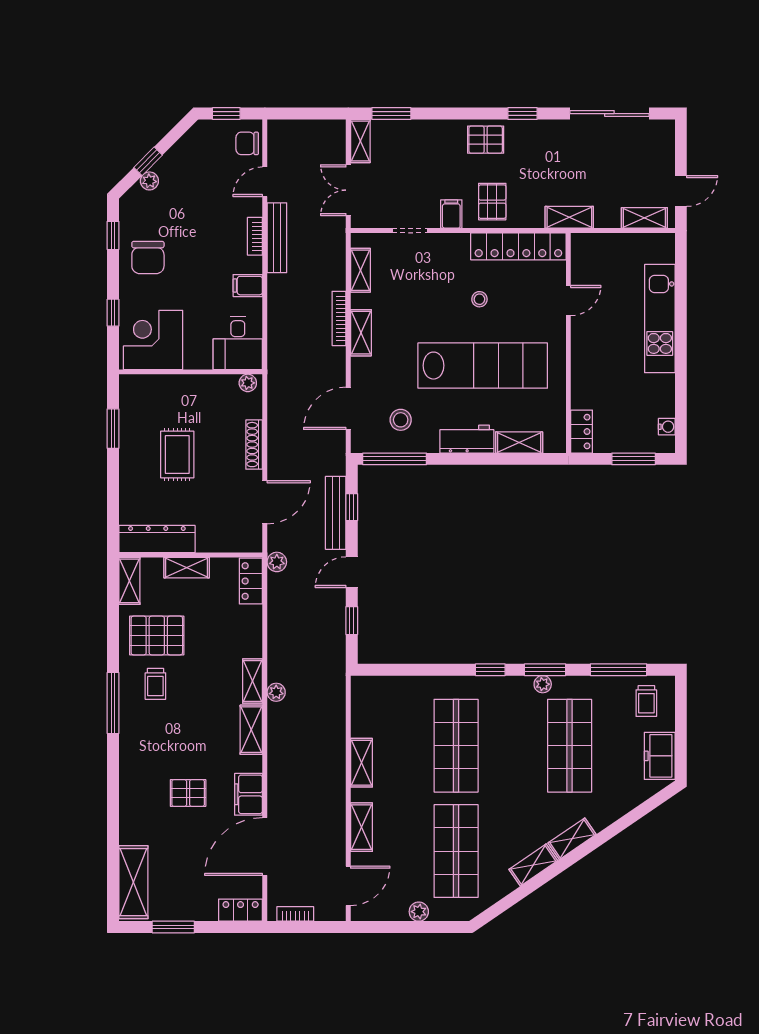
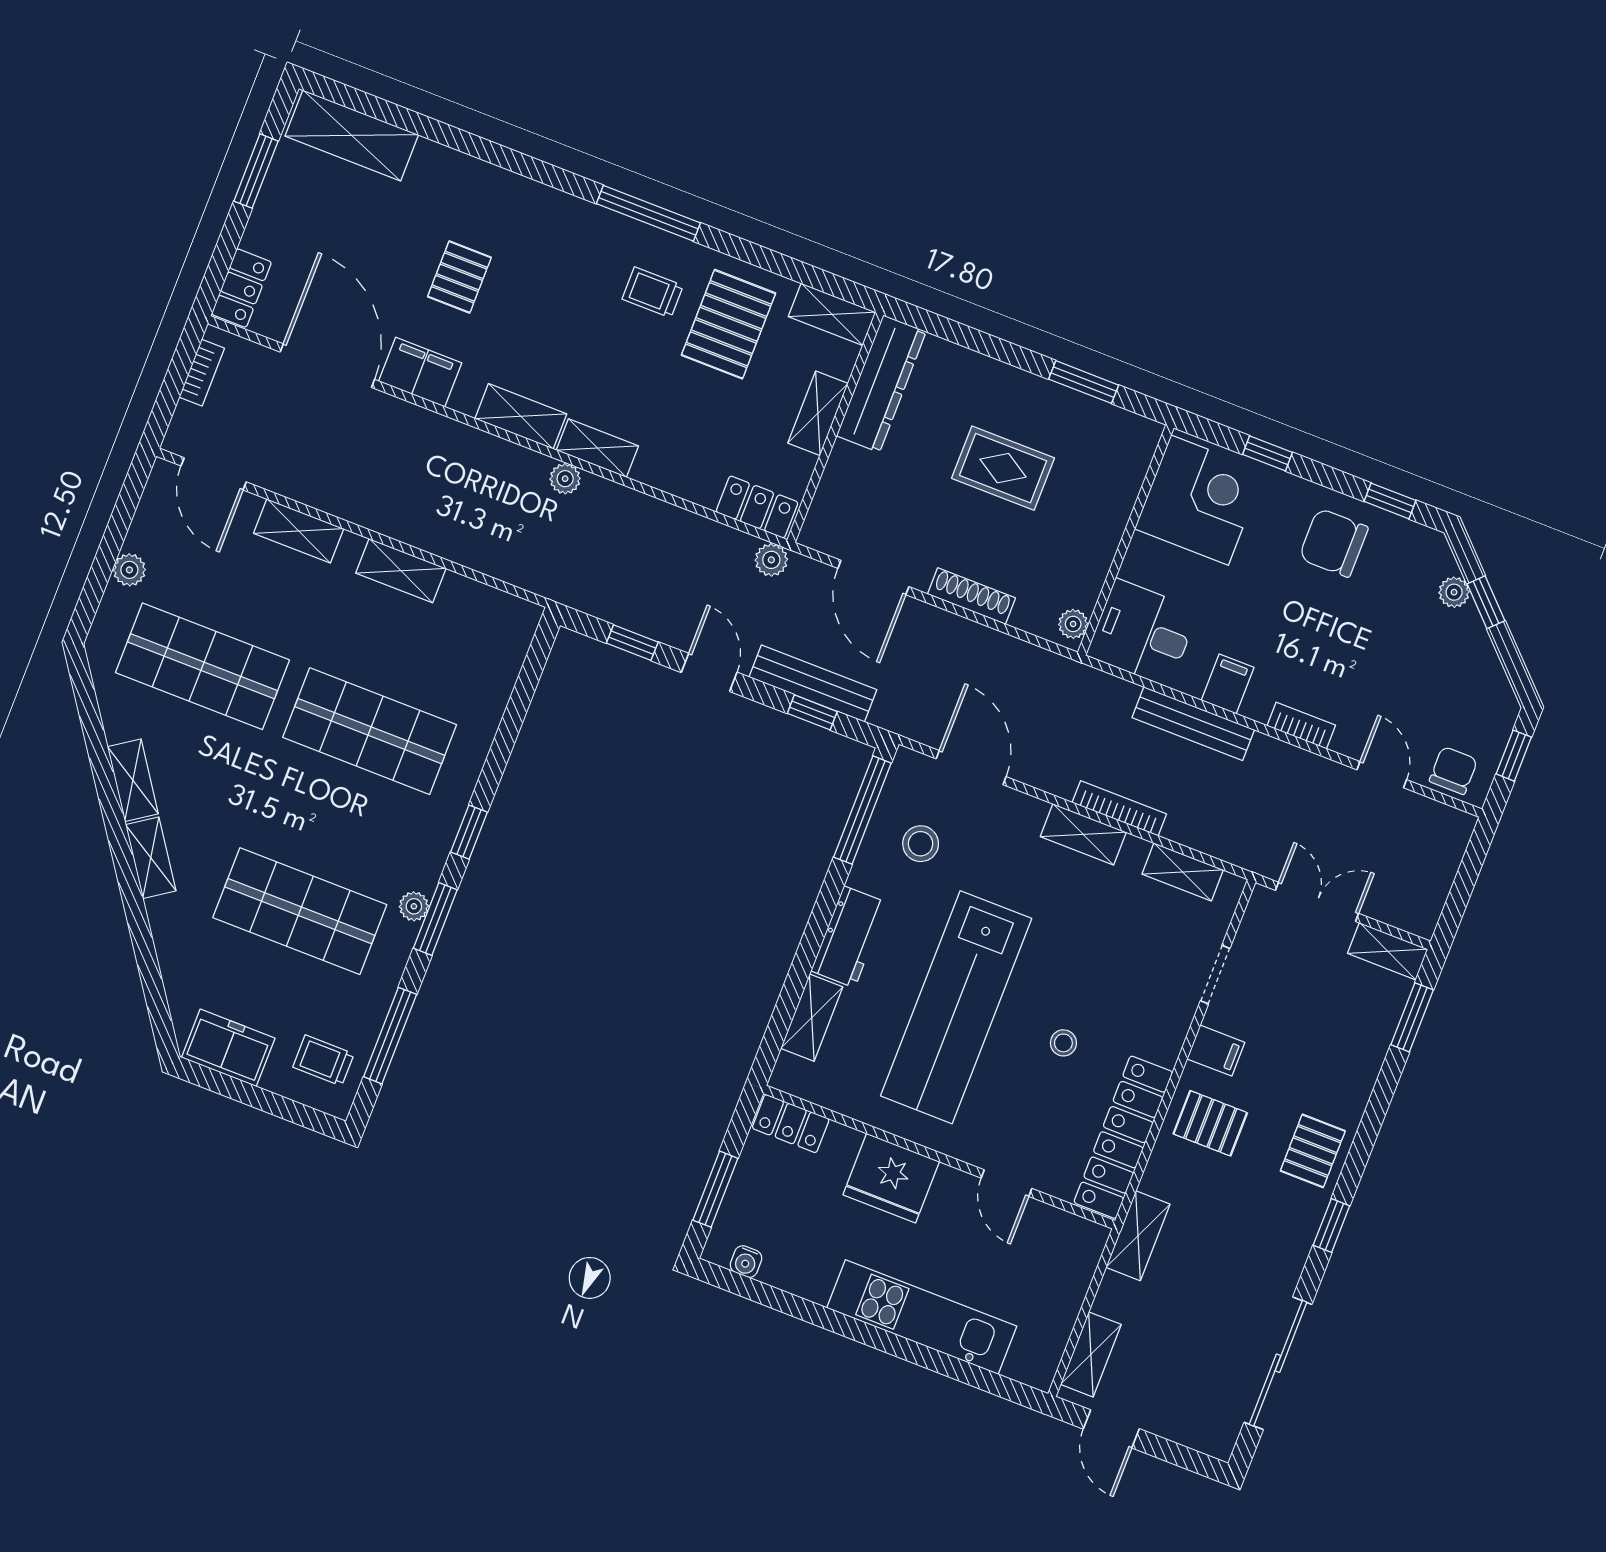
bench: (277, 238) -> (1193, 724), moved
fridge: (590, 365) -> (891, 1178), added

